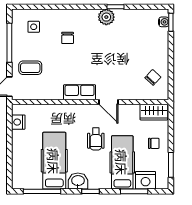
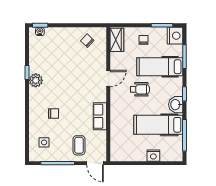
row of seats: (80, 92) -> (100, 116), moved
nightstand: (18, 122) -> (153, 156), moved
nightstand: (146, 180) -> (175, 36), moved

